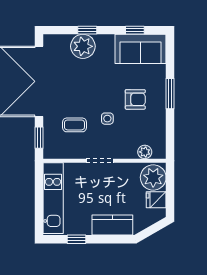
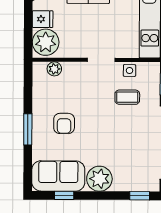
window: (87, 30) -> (140, 196), moved
plant: (83, 46) -> (99, 179), moved
armchair: (135, 99) -> (64, 123), turned -90
side table: (107, 119) -> (130, 70), moved

